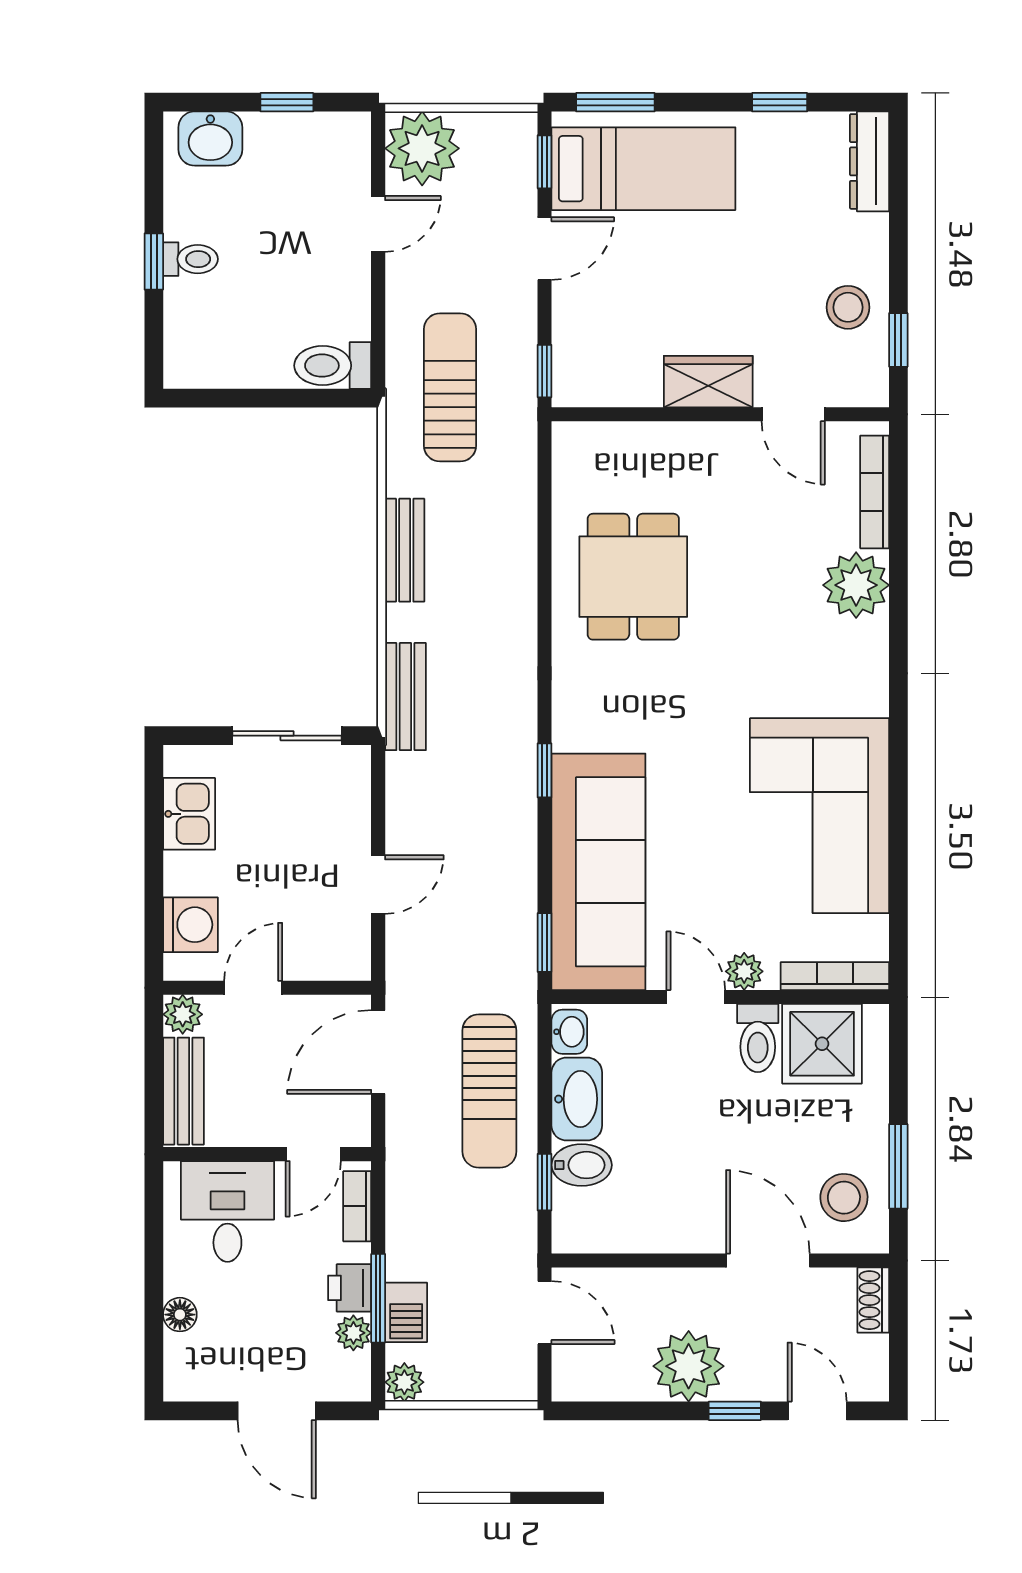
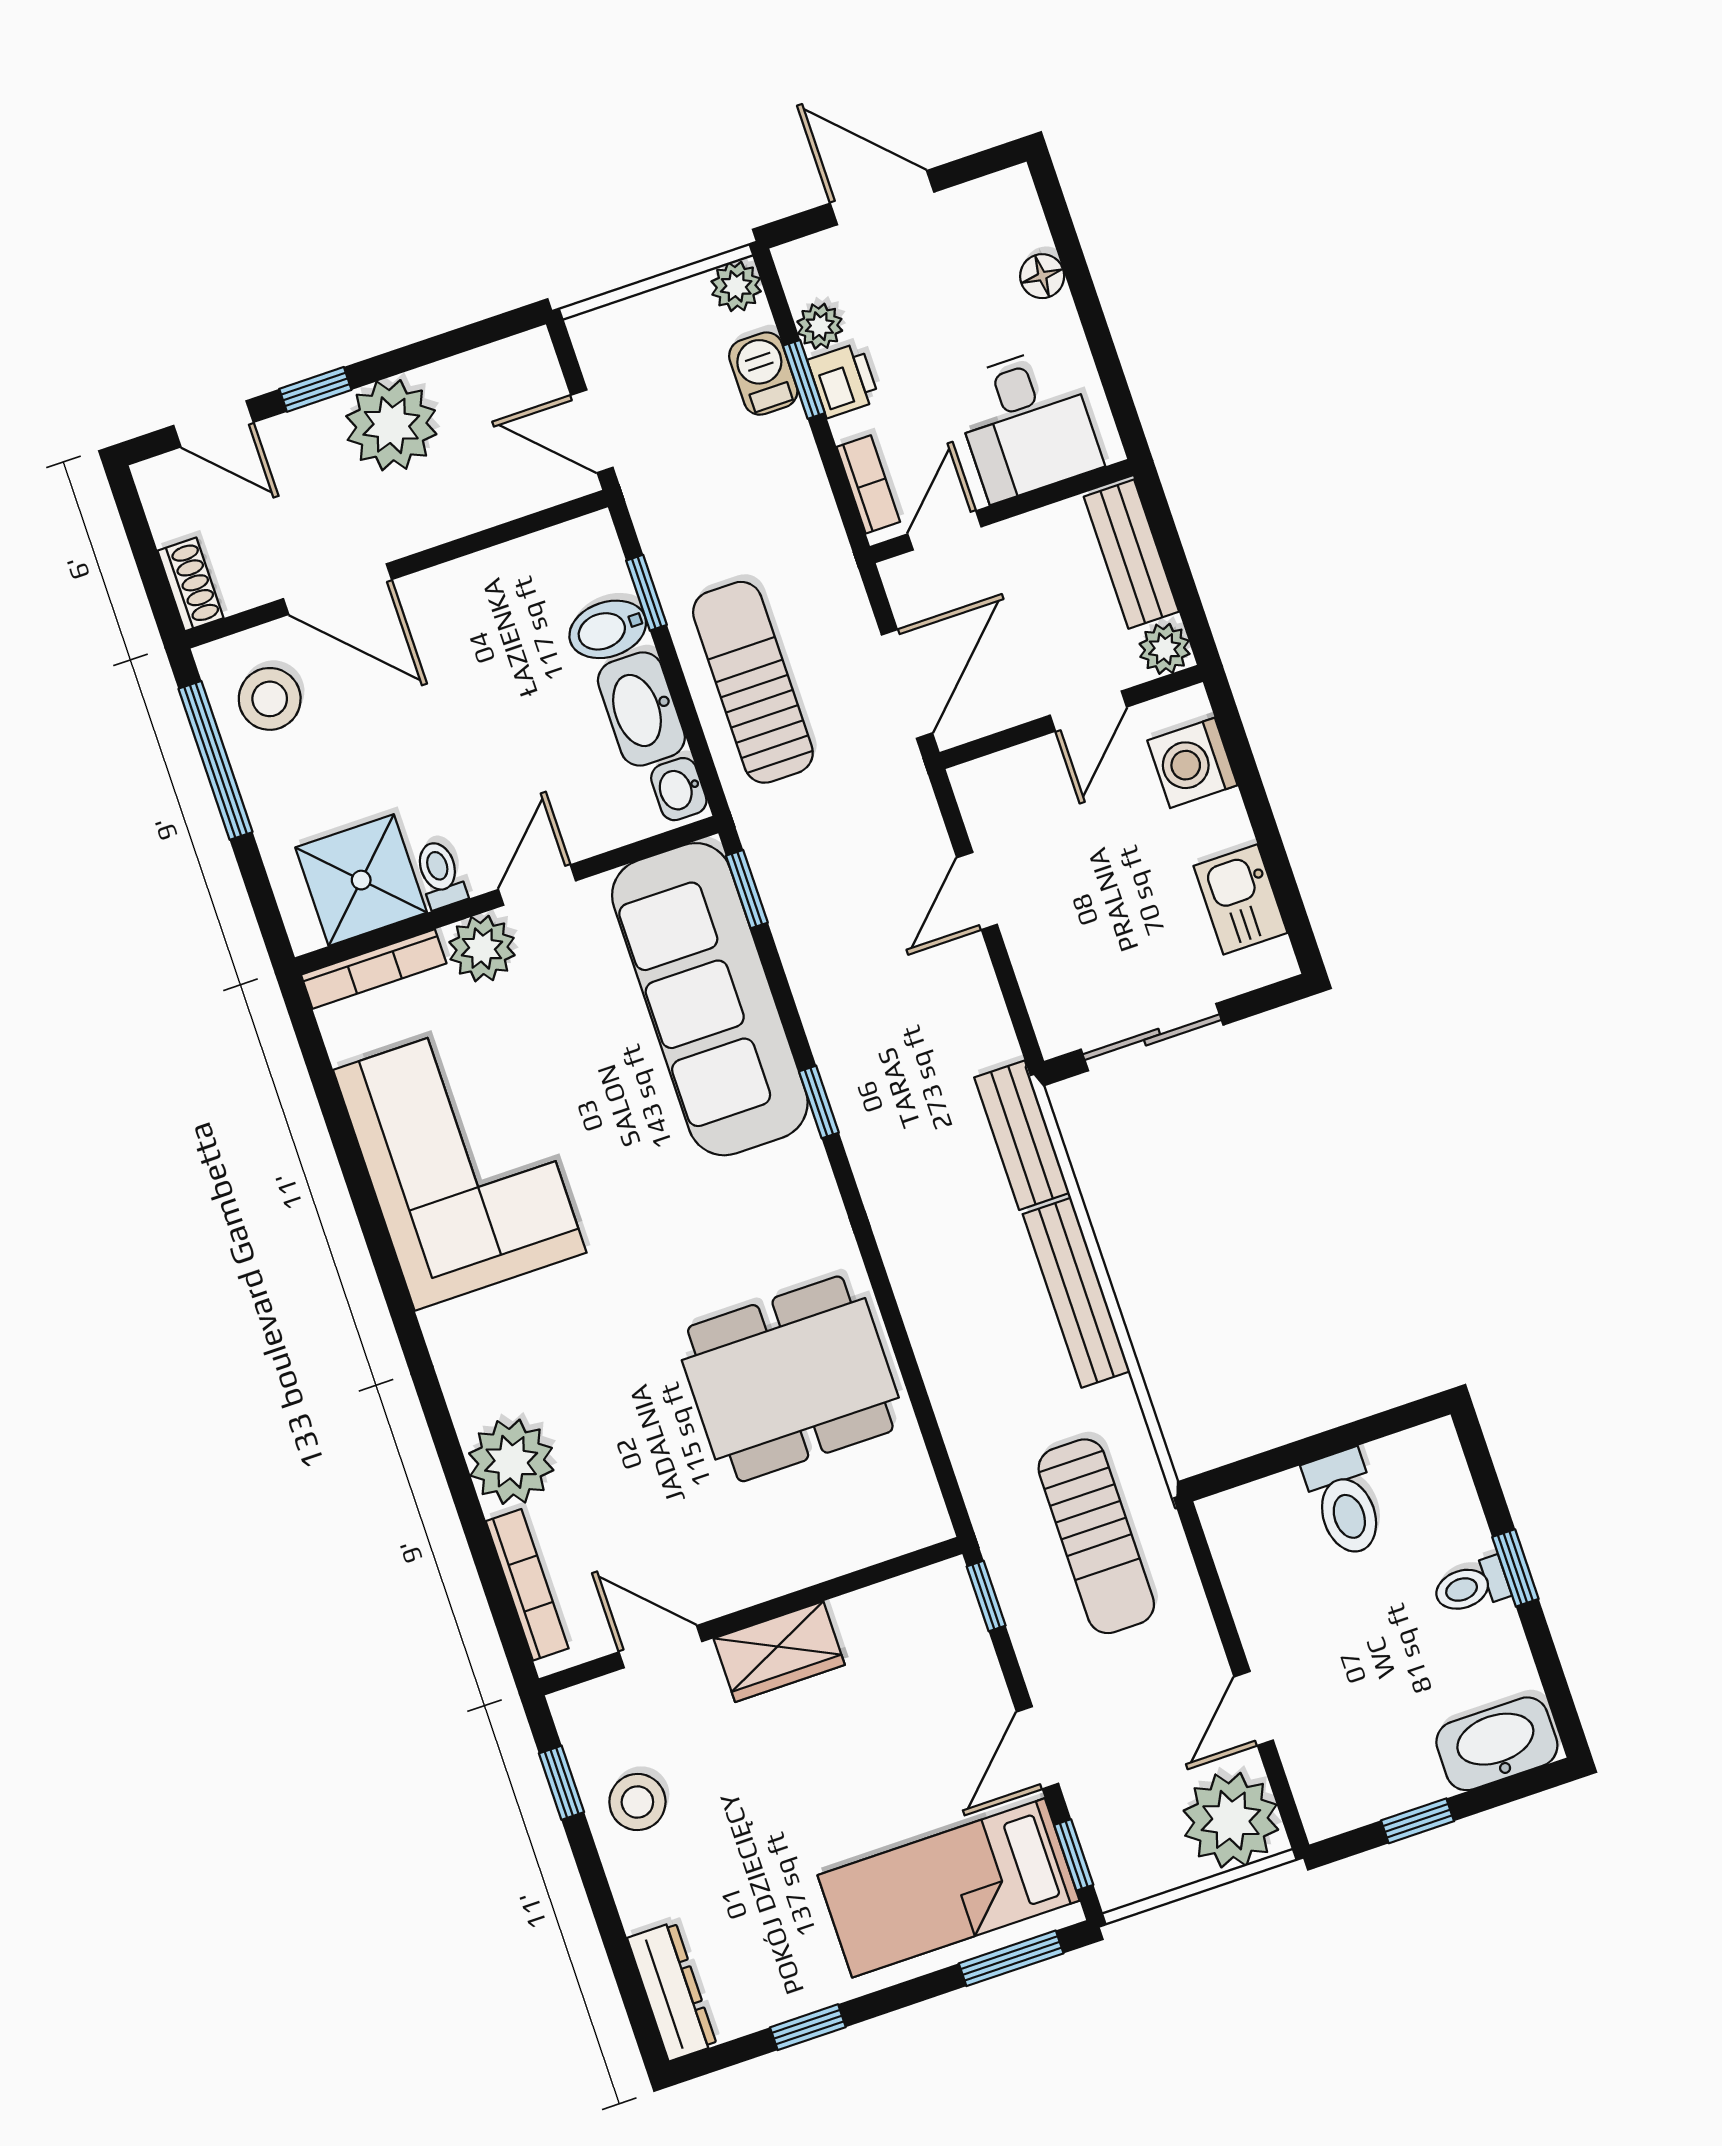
washbasin: (210, 139) -> (1497, 1744), width x1.38
toilet: (333, 366) -> (1345, 1503), moved, turned 90
bench: (405, 550) -> (1076, 1293), width x1.36
dining table: (633, 577) -> (790, 1379), width x1.38
plant: (744, 971) -> (482, 949), width x1.38, depth x1.38
door: (696, 997) -> (537, 885), swing flipped
toilet: (758, 1038) -> (440, 874), width x0.73, depth x0.72
window: (898, 1166) -> (215, 760), width x1.44
window: (378, 1298) -> (804, 379), width x0.67

